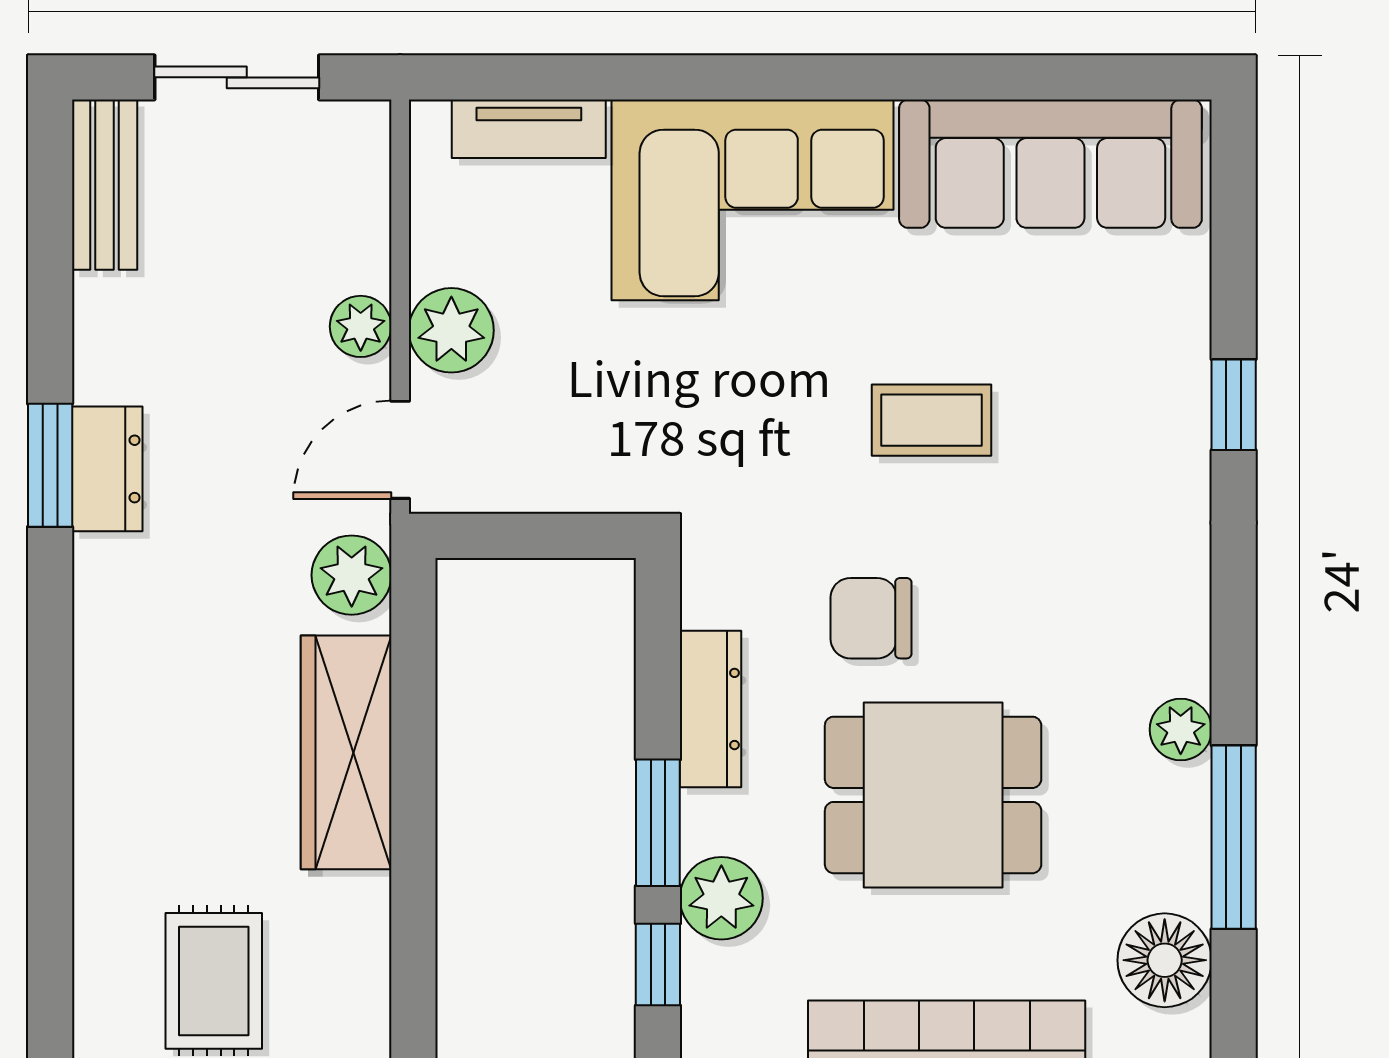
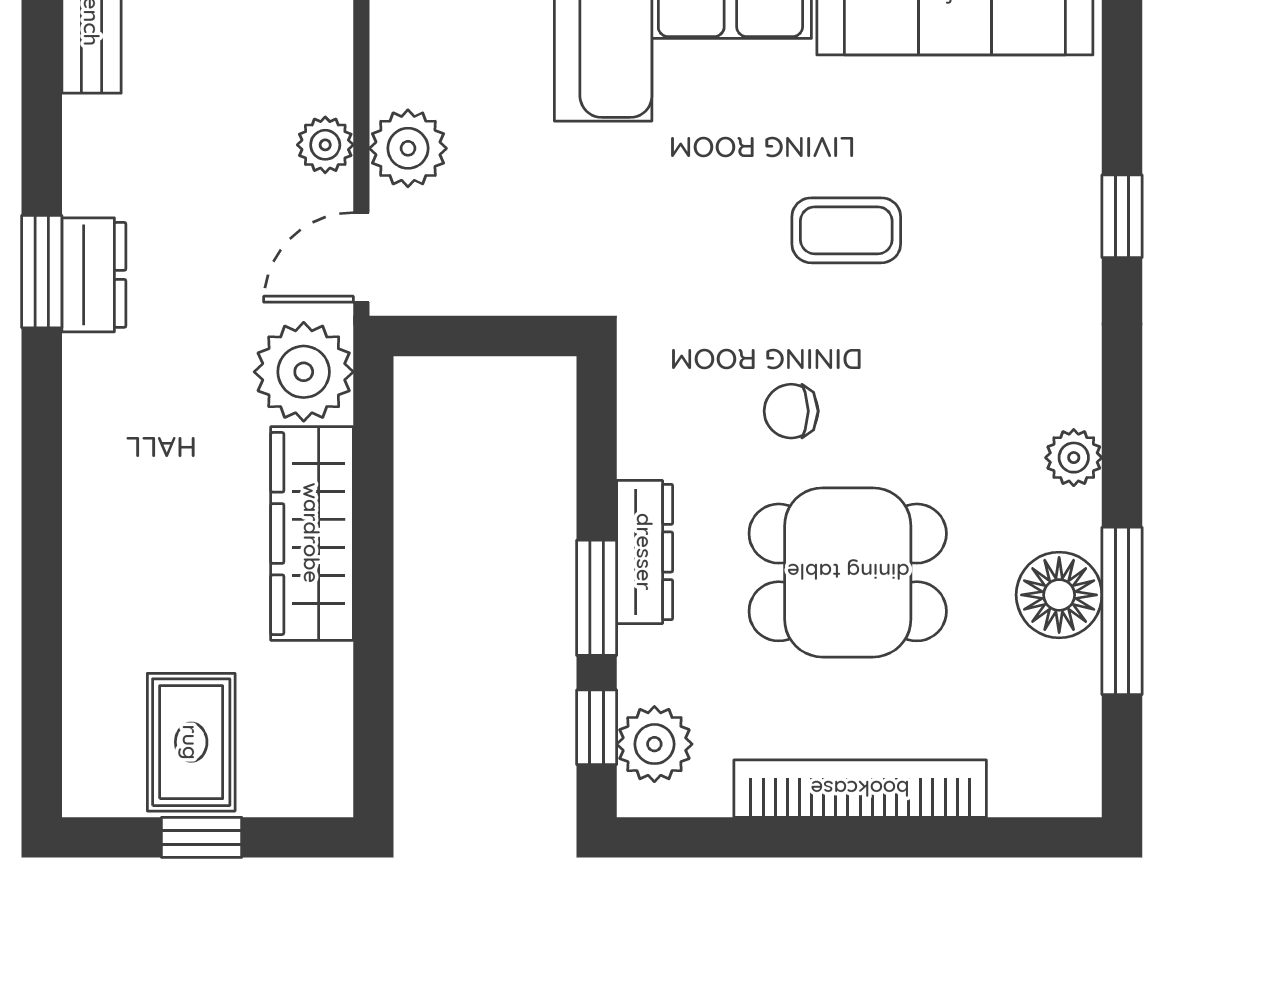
plant: (352, 575) -> (304, 372), width x1.36, depth x1.36
chair: (871, 618) -> (791, 411), width x0.73, depth x0.73
dresser: (711, 709) -> (645, 552), moved
plant: (1181, 730) -> (1074, 458), moved
plant: (721, 898) -> (654, 744), moved
floor lamp: (1165, 960) -> (1059, 595), moved

